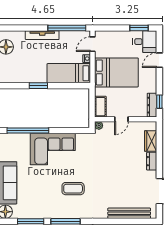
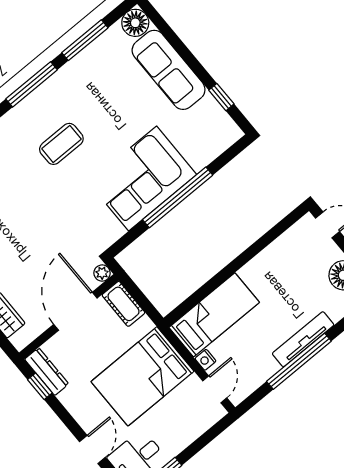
window: (67, 28) -> (299, 361), moved
window: (38, 86) -> (245, 257), removed
door: (121, 119) -> (75, 311), width x1.87
window: (28, 130) -> (178, 197), moved

